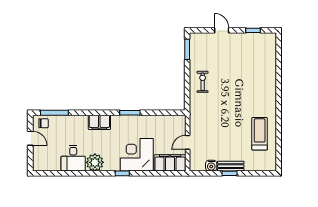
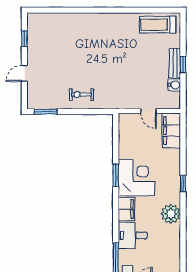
treadmill: (260, 134) -> (158, 25), moved
corner desk: (137, 155) -> (136, 178), moved, turned 180
desk: (73, 158) -> (133, 235), moved, turned 180

